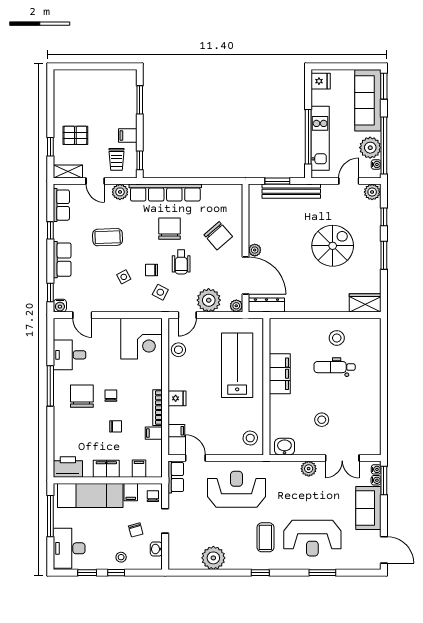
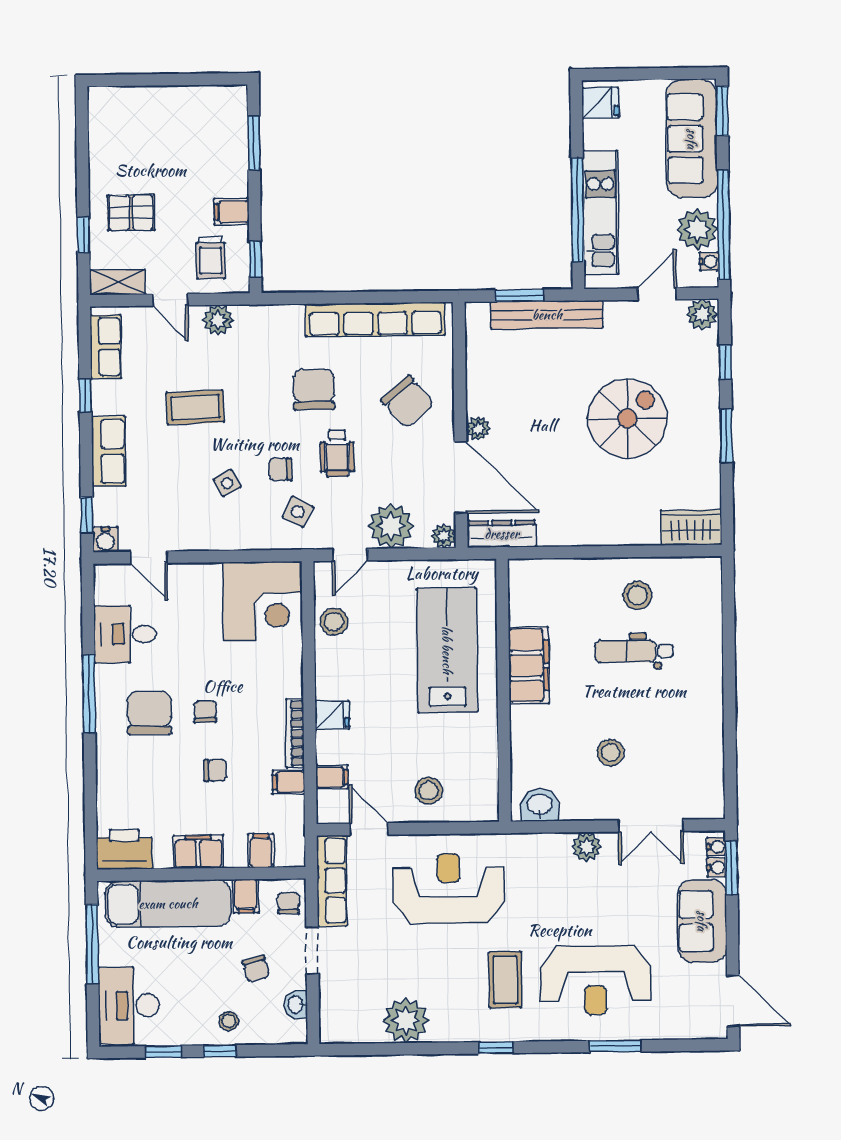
row of seats: (165, 193) -> (375, 319), moved
stool: (250, 438) -> (428, 791), moved
row of seats: (176, 477) -> (332, 881), width x1.48

